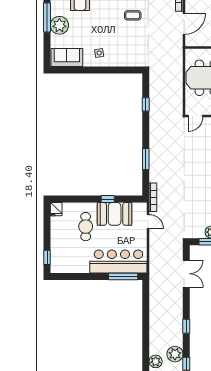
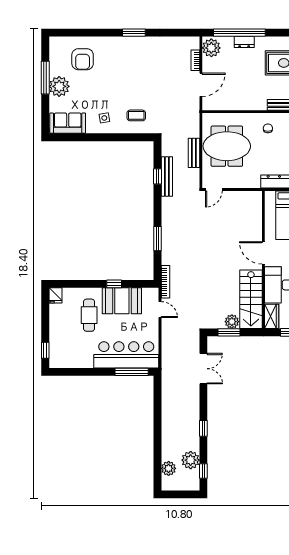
coffee table: (133, 15) -> (136, 115), moved
bench: (178, 84) -> (194, 153), added
bench: (154, 105) -> (167, 177), added

